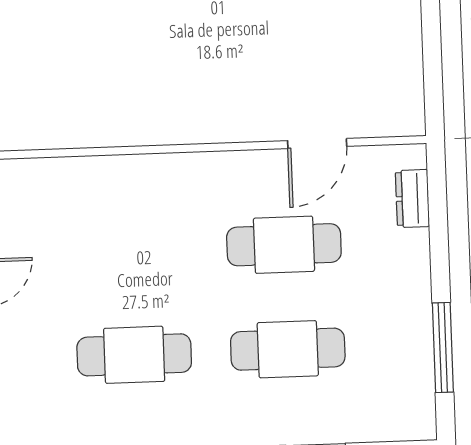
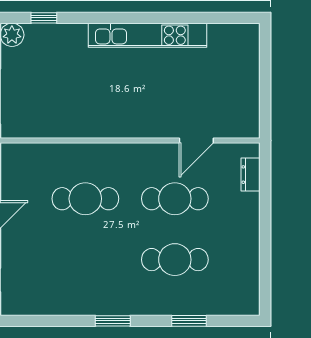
window: (443, 348) -> (265, 262), removed
cafe table: (134, 355) -> (85, 199), moved

